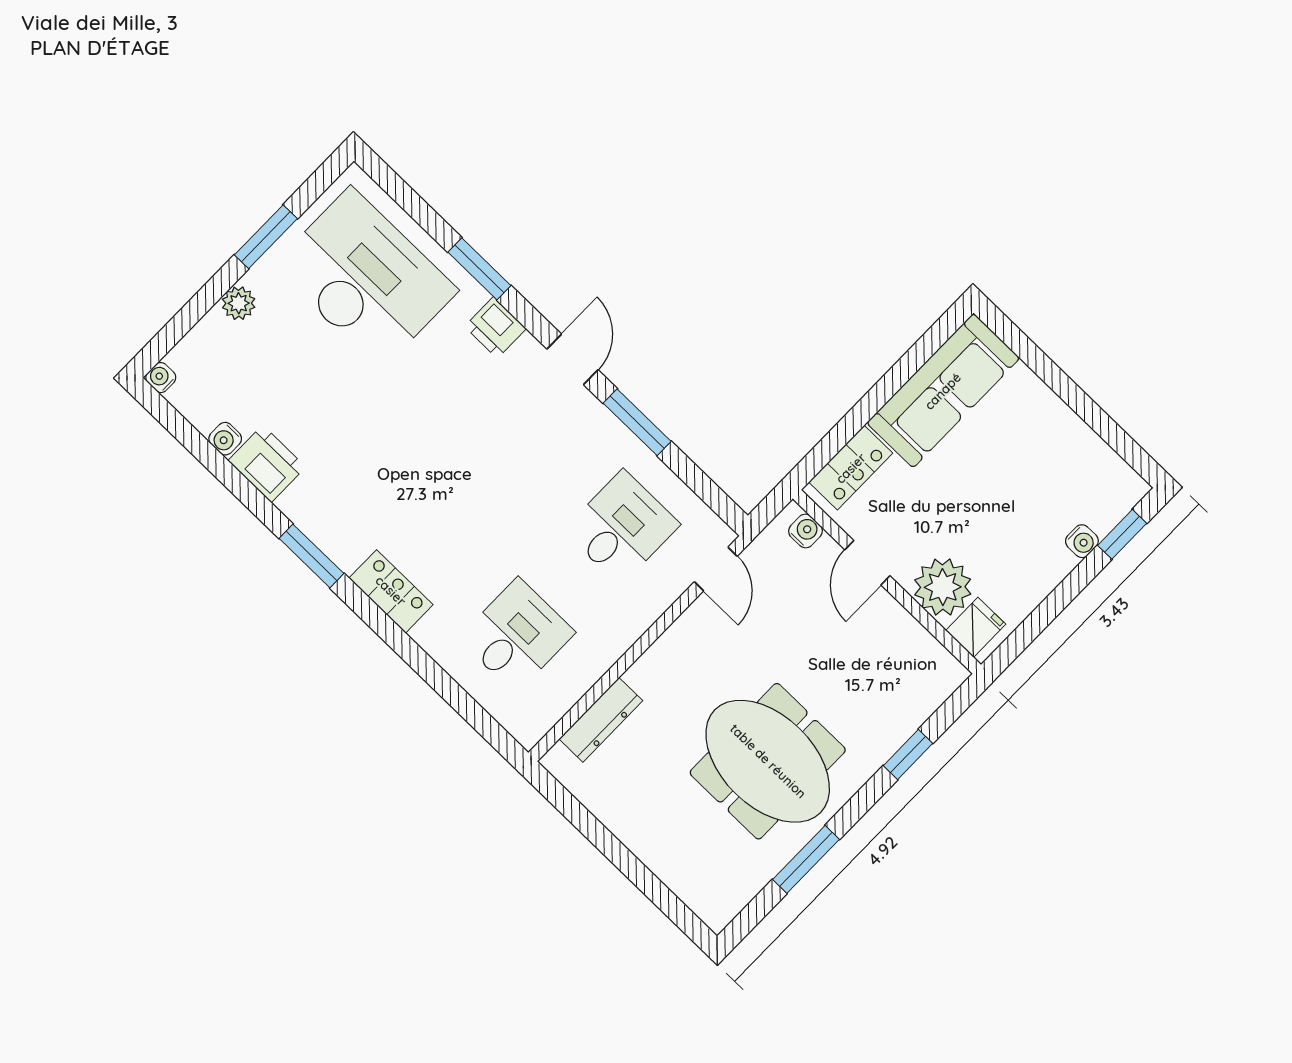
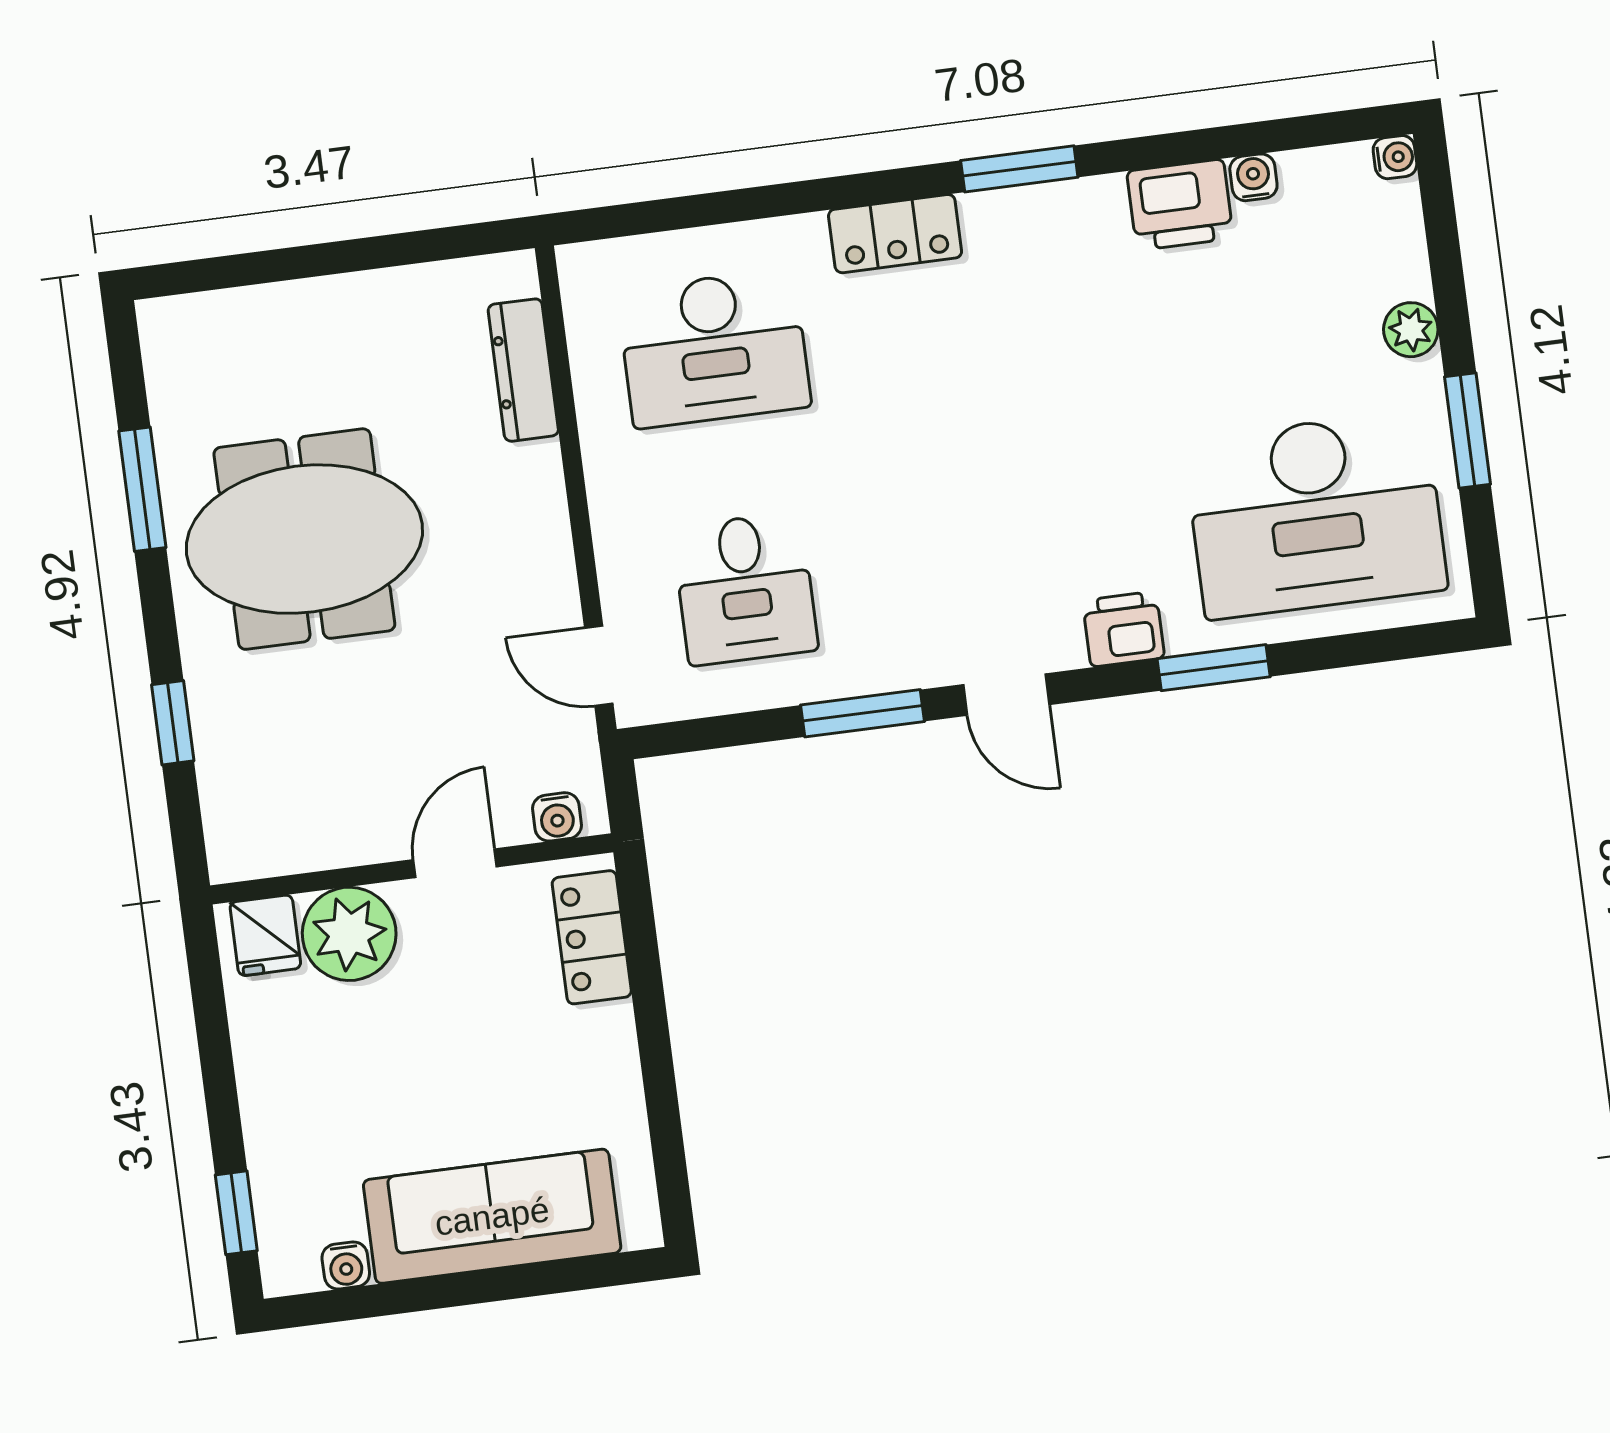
sofa: (943, 391) -> (492, 1216), moved, turned 90
water cooler: (1082, 541) -> (346, 1265), moved, turned -90
door: (867, 563) -> (455, 863), hinge flipped
desk: (517, 635) -> (714, 348), width x1.37

